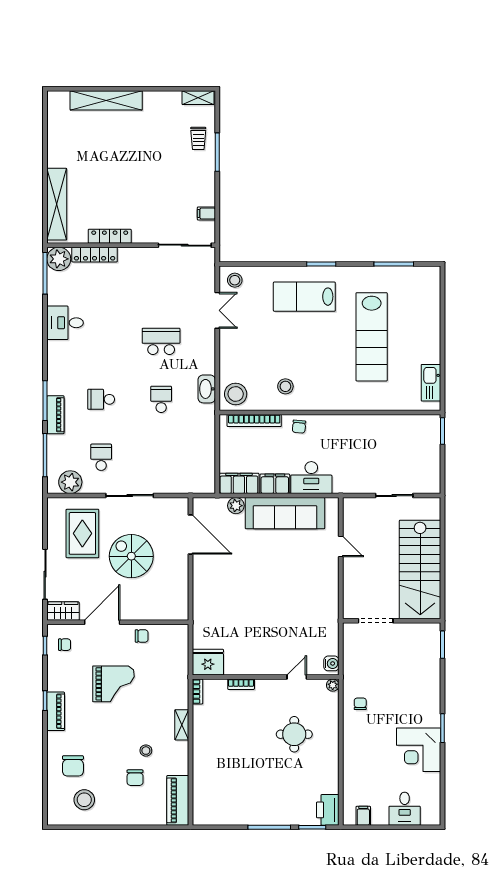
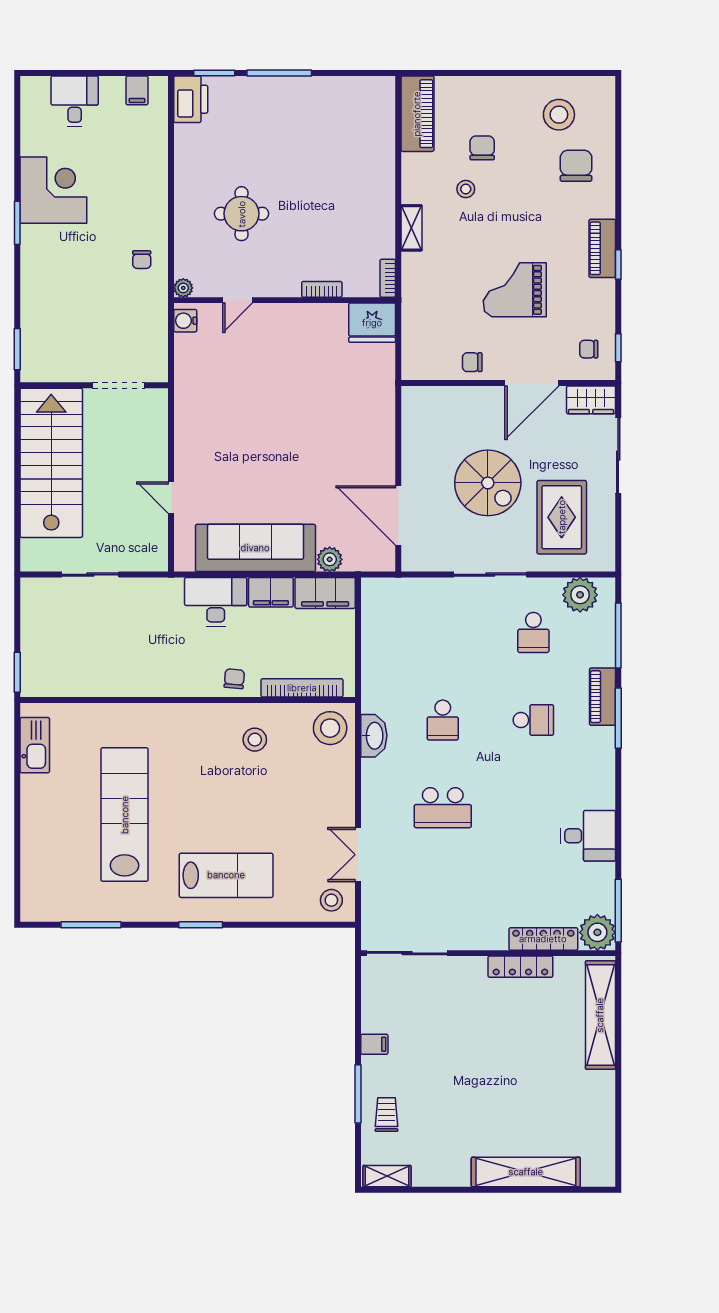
filing cabinet: (206, 214) -> (374, 1044), moved

